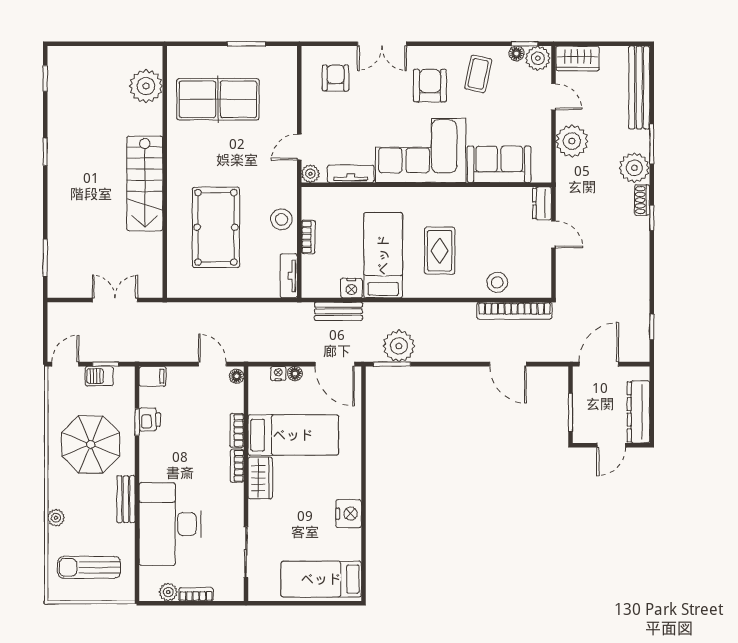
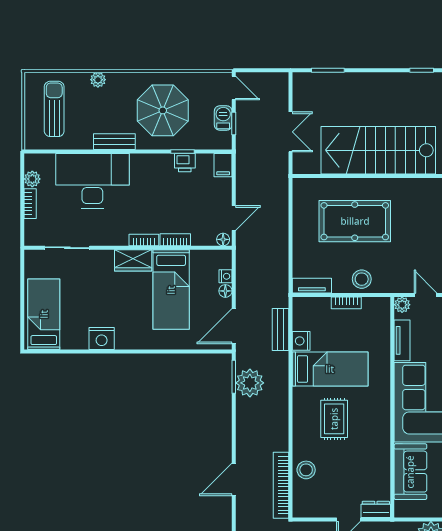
stairs: (145, 183) -> (378, 150), width x1.36, depth x1.51
rug: (440, 251) -> (334, 419), turned 90

